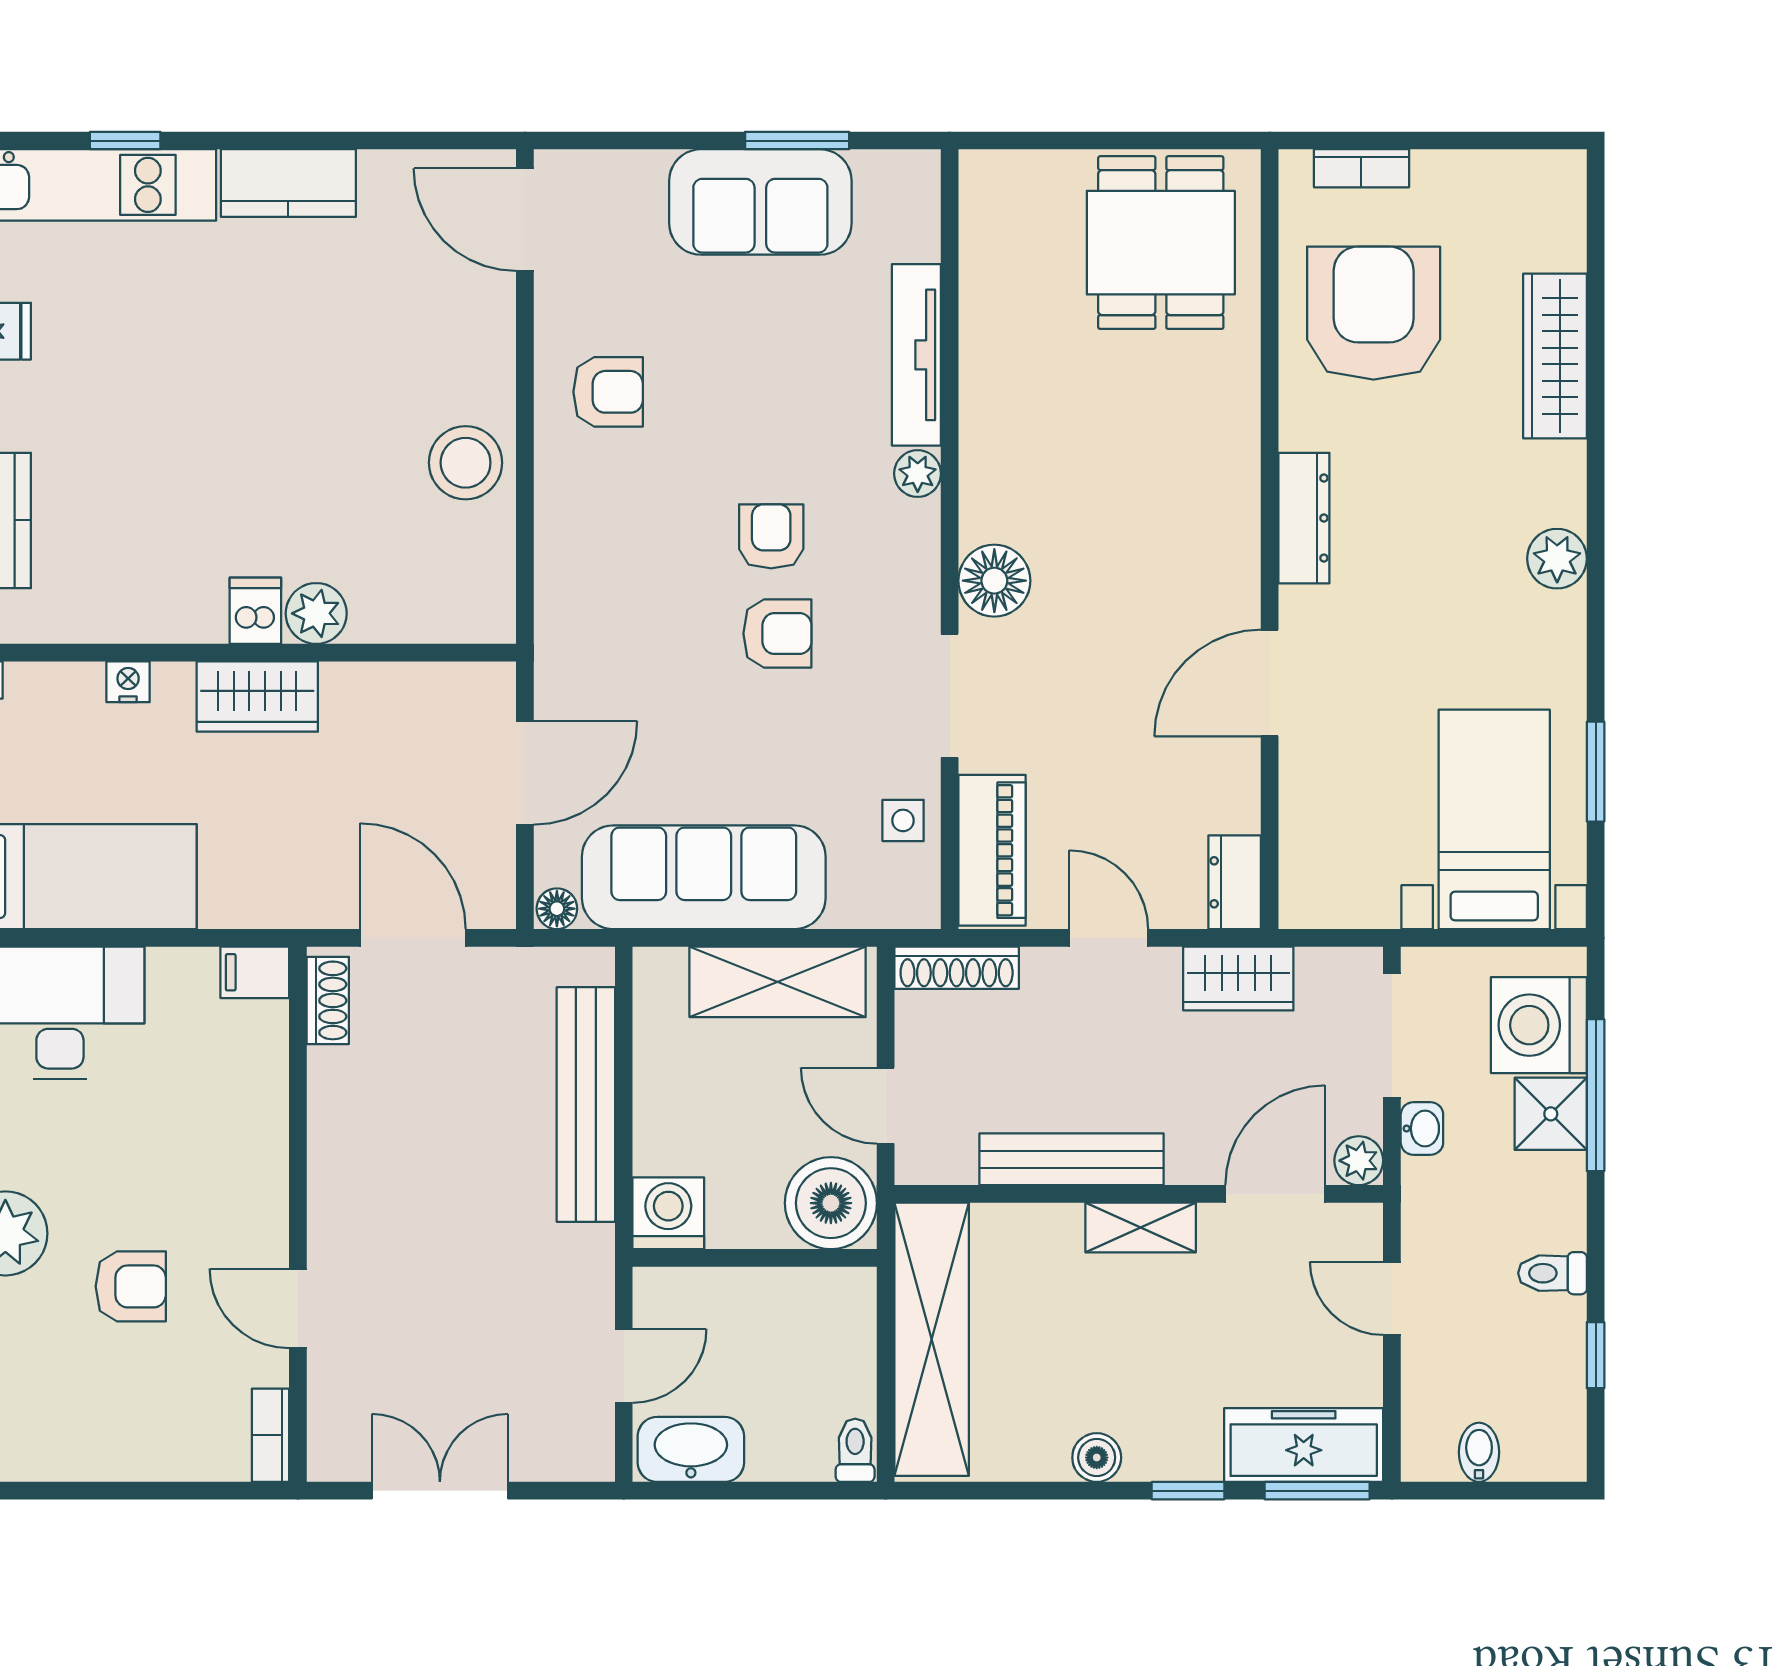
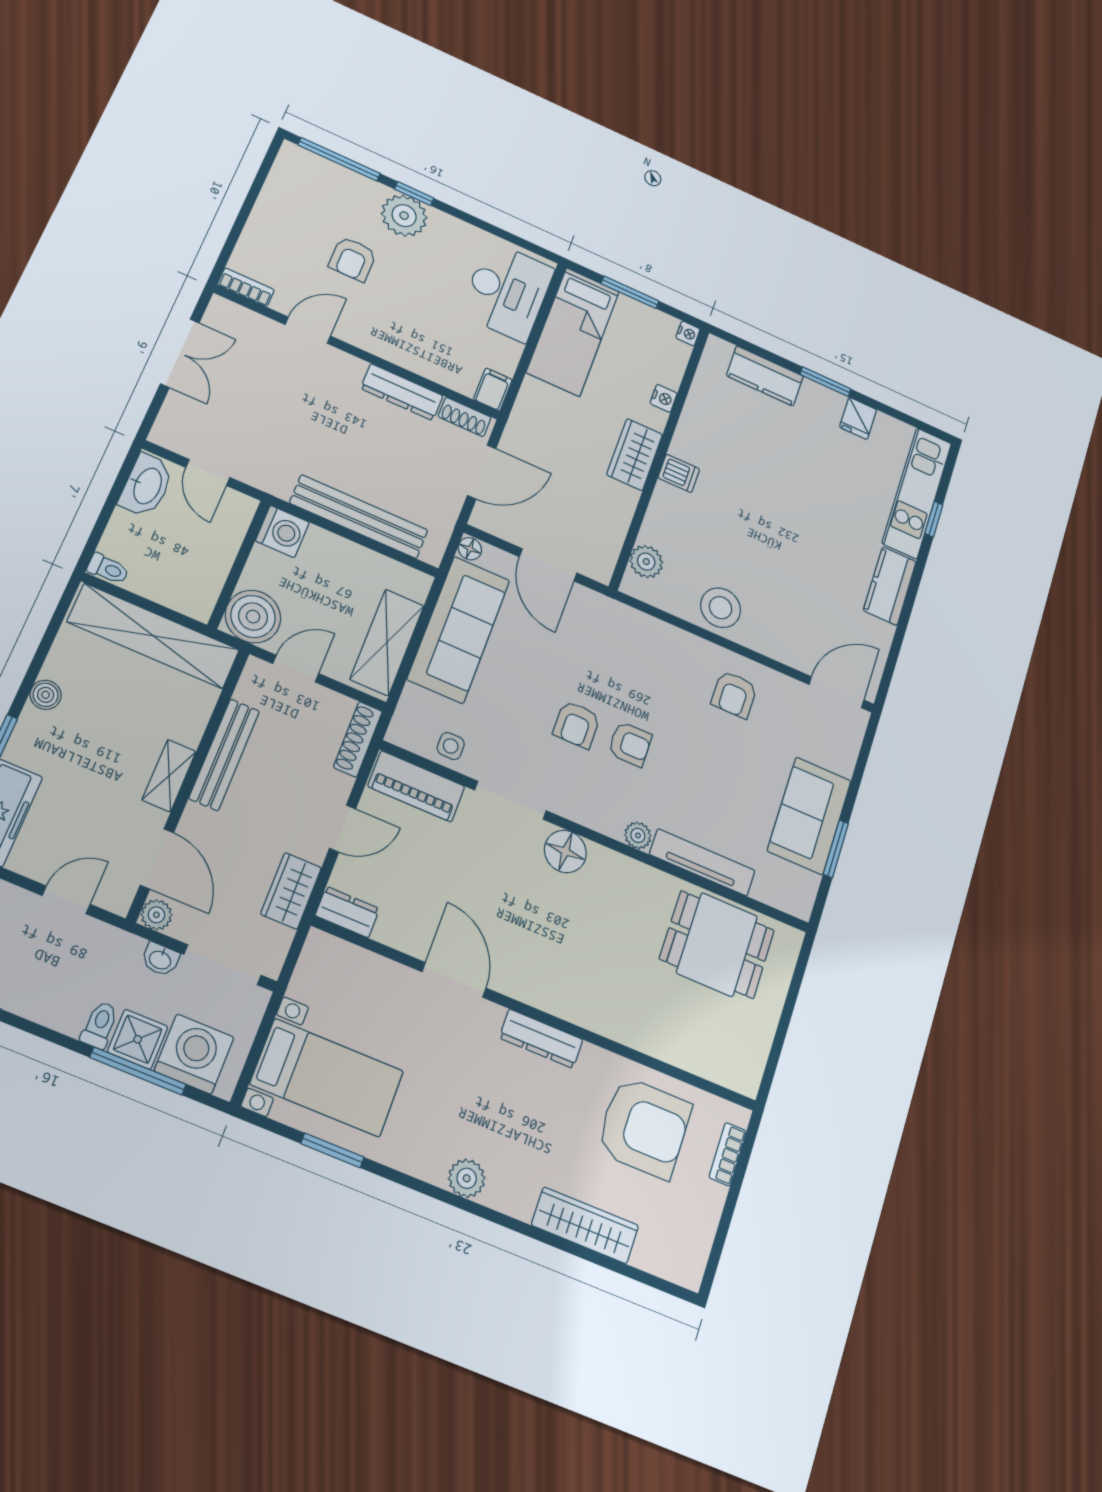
dining table: (1161, 243) -> (717, 944), moved
plant: (316, 613) -> (646, 562), moved
dresser: (334, 1118) -> (402, 392), added
toilet: (1553, 1273) -> (100, 1025), moved

